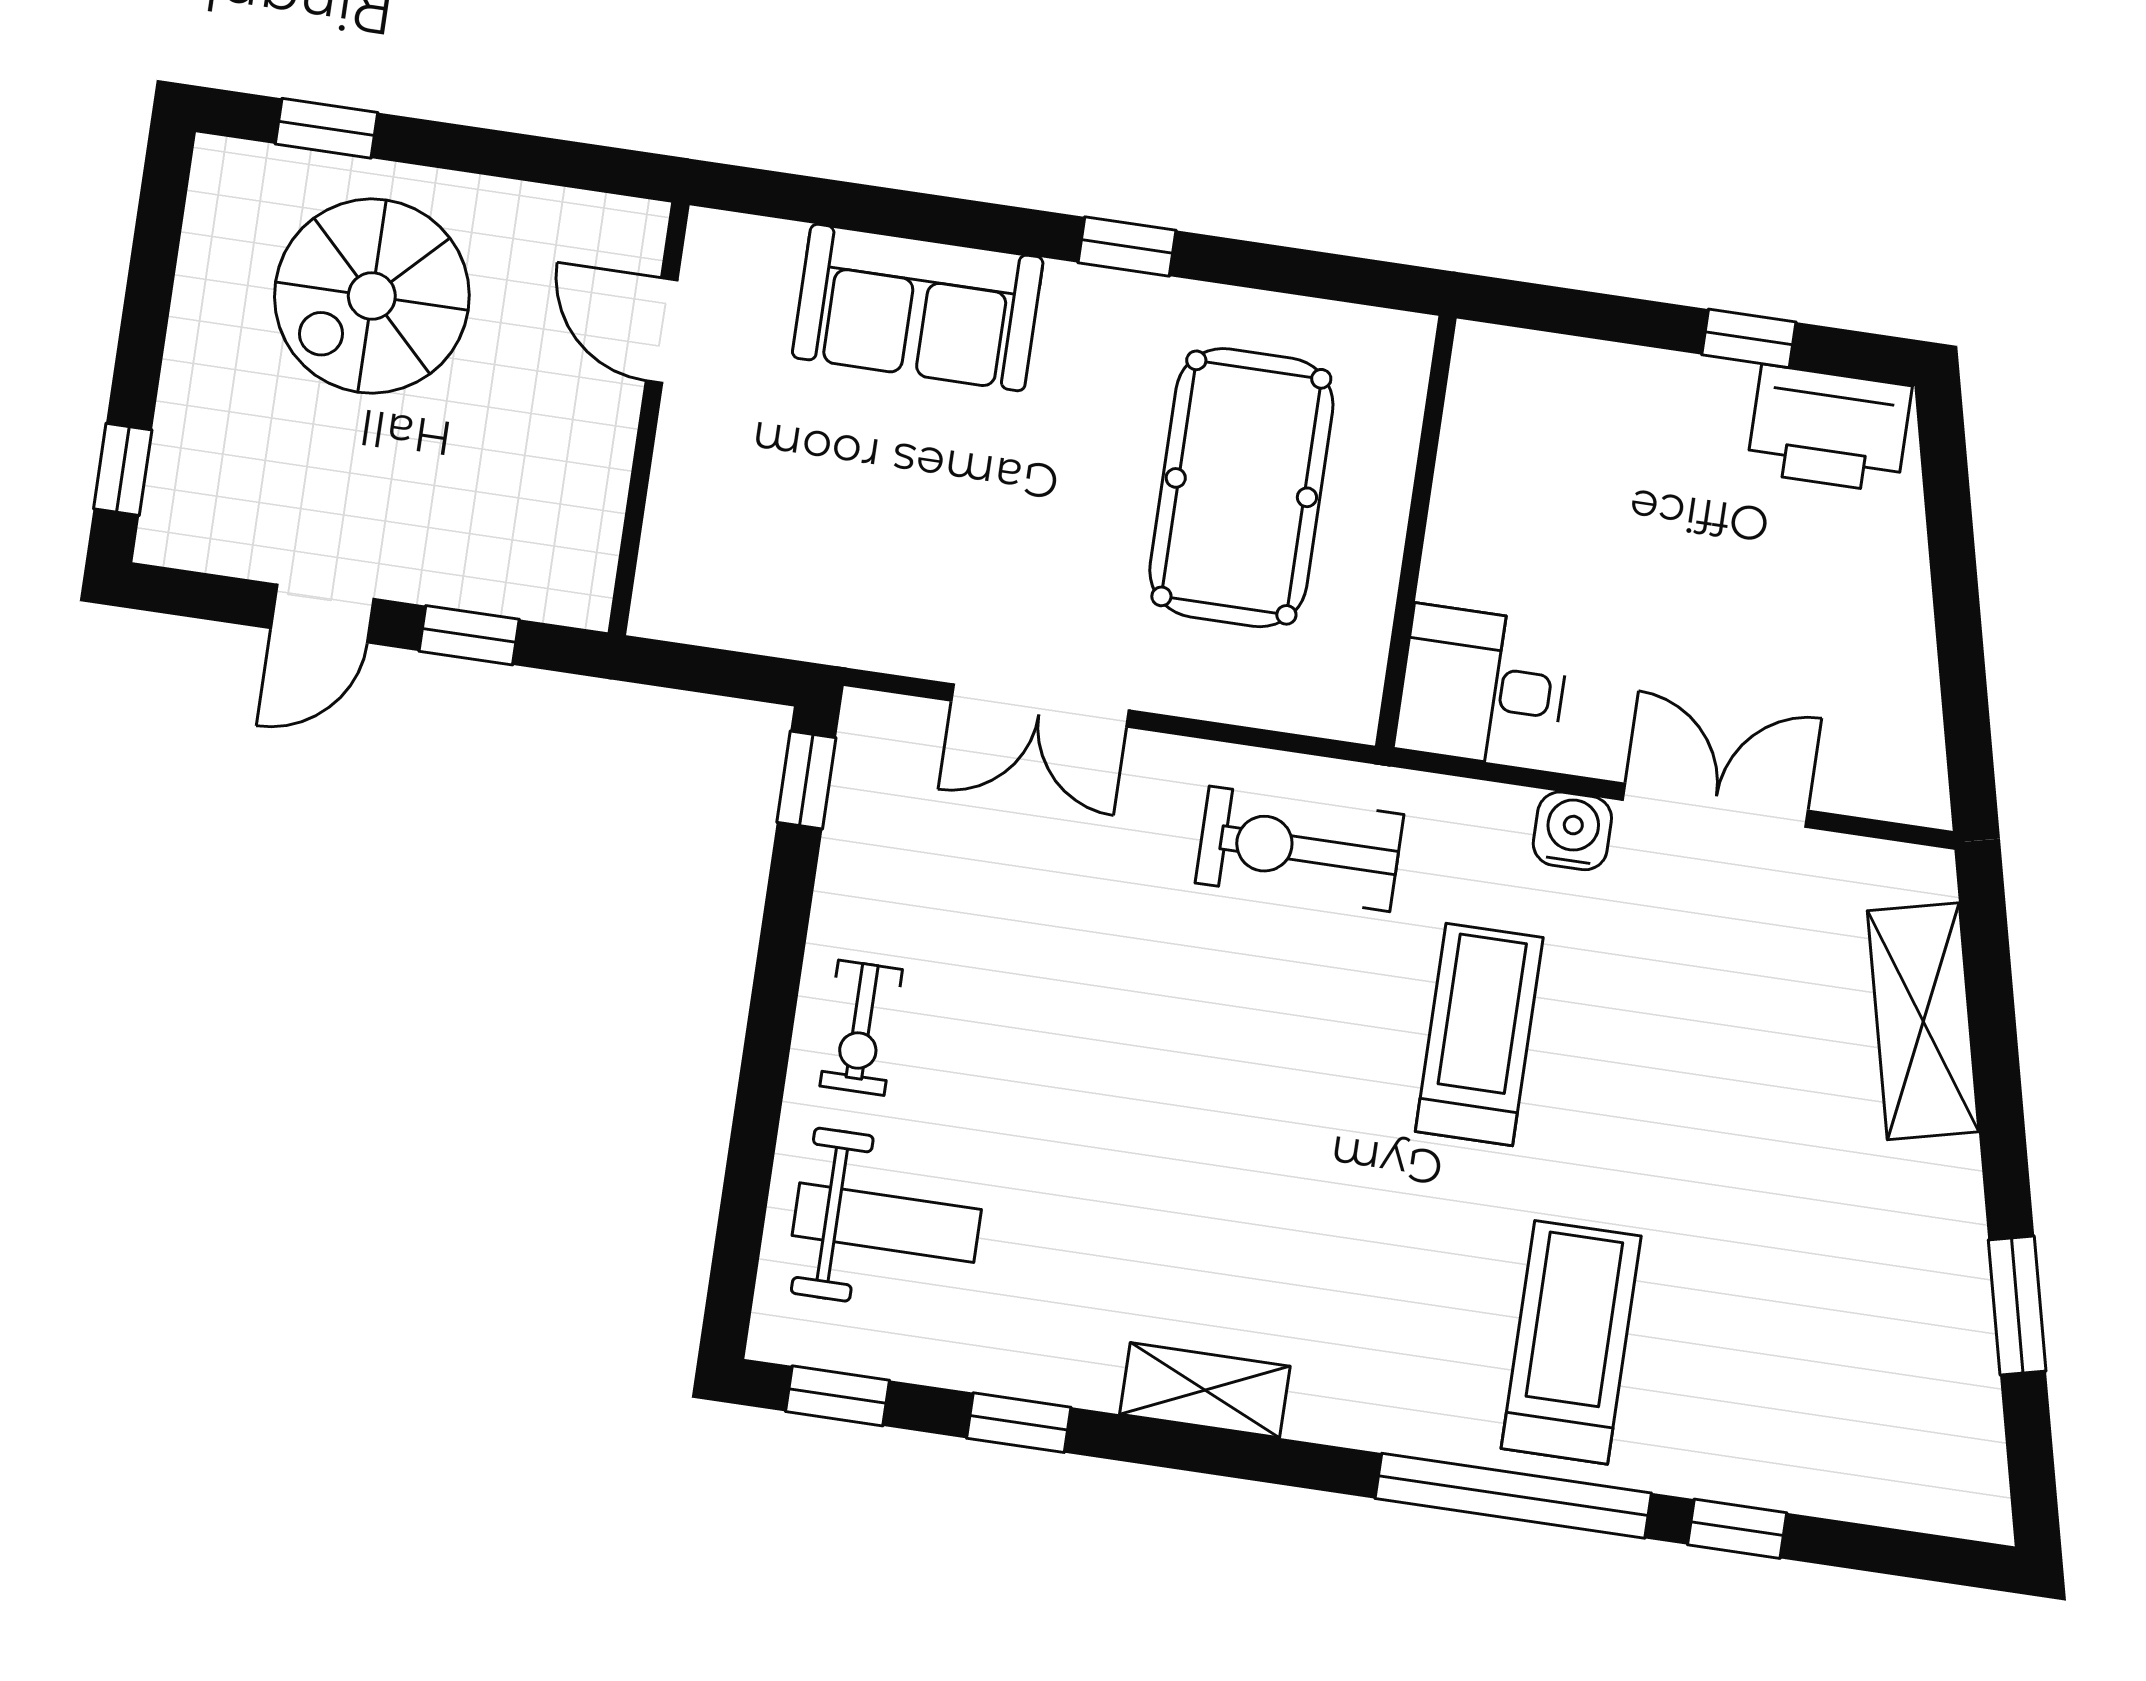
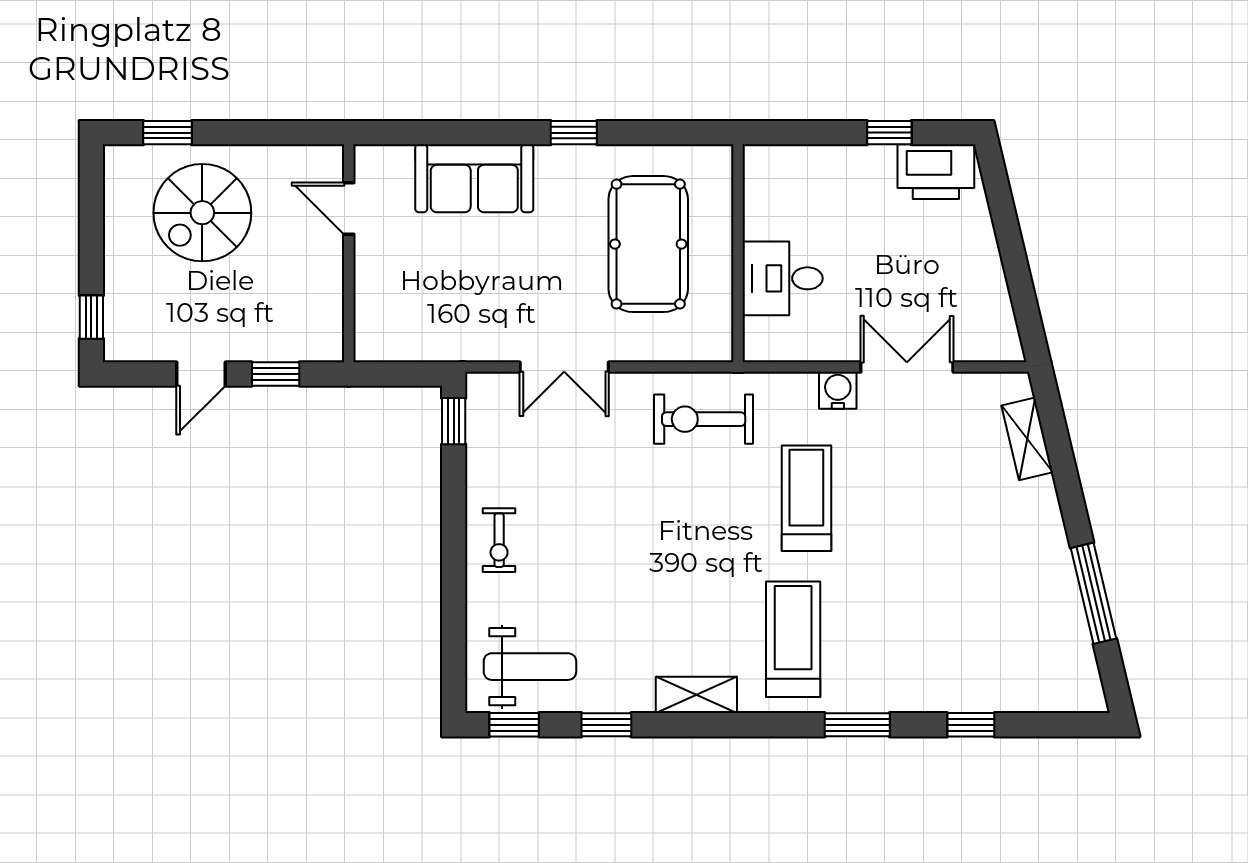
desk: (1483, 687) -> (783, 278), moved
shelving: (1923, 1021) -> (1027, 439), width x0.67, depth x0.75
weight bench: (887, 1223) -> (530, 667), moved
window: (2017, 1306) -> (1093, 593), width x1.44
treadmill: (1571, 1342) -> (793, 639), moved
window: (1513, 1496) -> (857, 725), width x0.47

